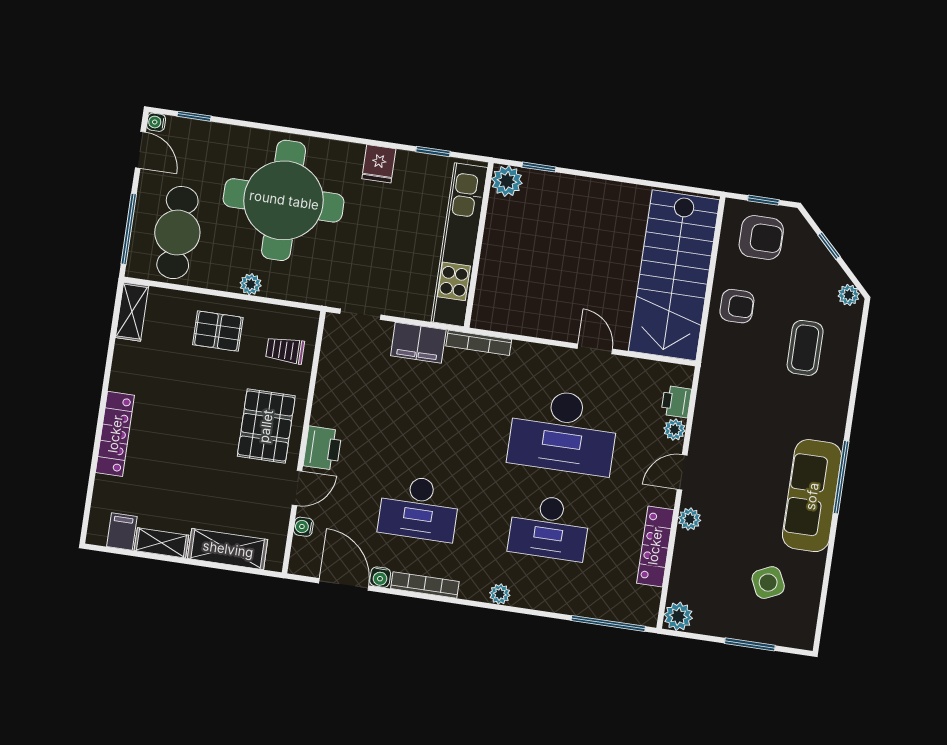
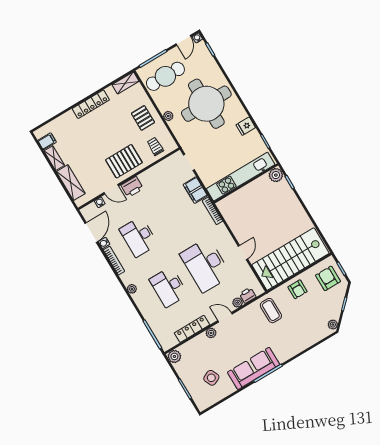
armchair: (761, 238) -> (328, 278), turned 180
coffee table: (805, 348) -> (271, 311), moved, turned 90
locker: (115, 434) -> (91, 104), moved

